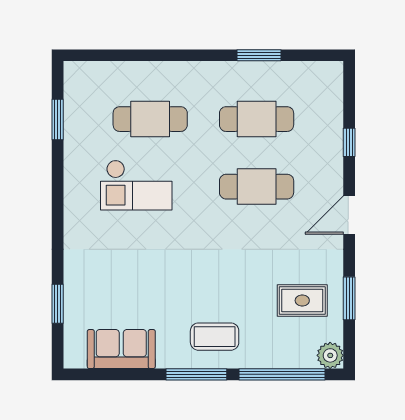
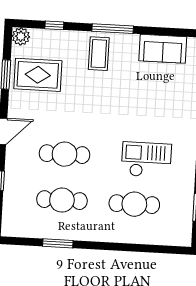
rug: (302, 300) -> (38, 75), width x1.36, depth x1.43
coffee table: (215, 337) -> (99, 54), turned 90
window: (282, 374) -> (54, 25), width x0.32

